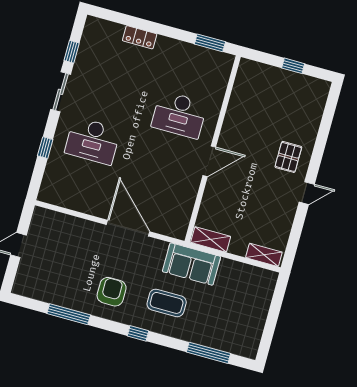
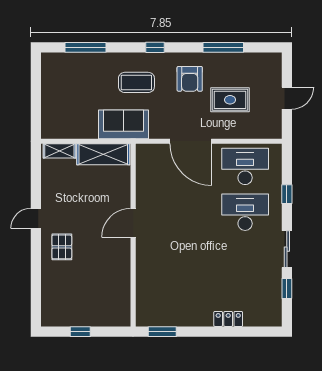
desk: (179, 115) -> (245, 166), moved
shelving: (211, 239) -> (103, 154), width x1.50, depth x1.33
rug: (77, 259) -> (230, 100), added

